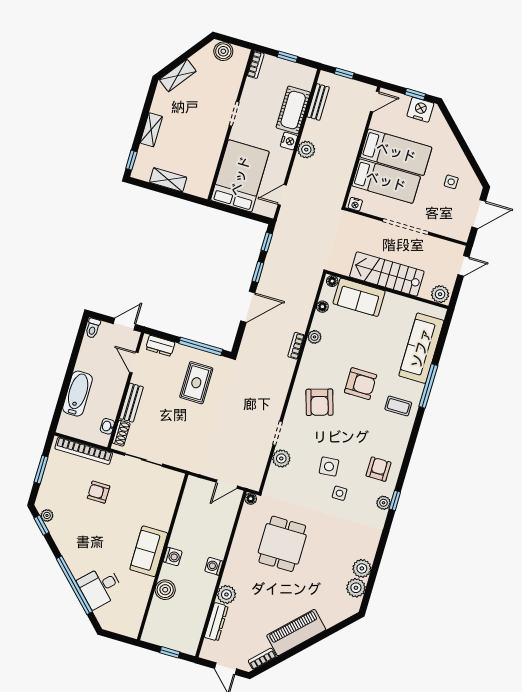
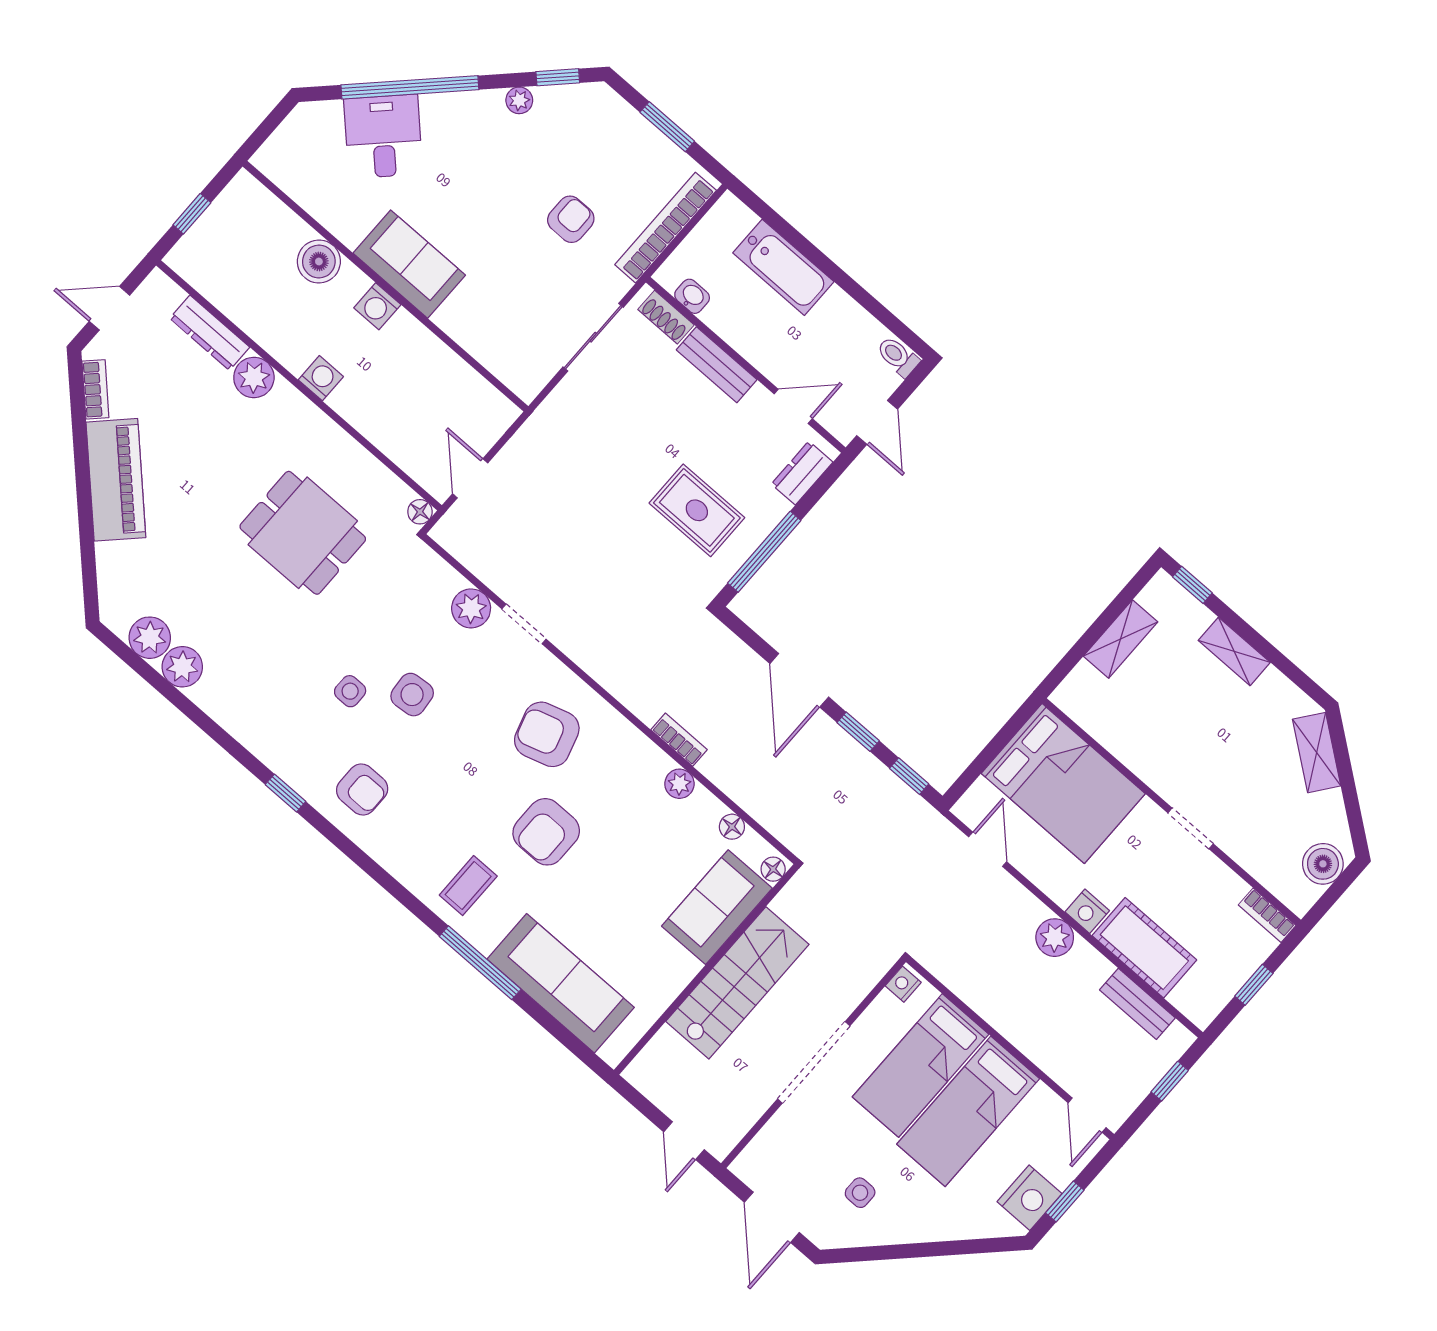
plant: (440, 294) -> (650, 1069), removed
plant: (384, 503) -> (292, 769), removed
plant: (47, 515) -> (519, 100), moved

